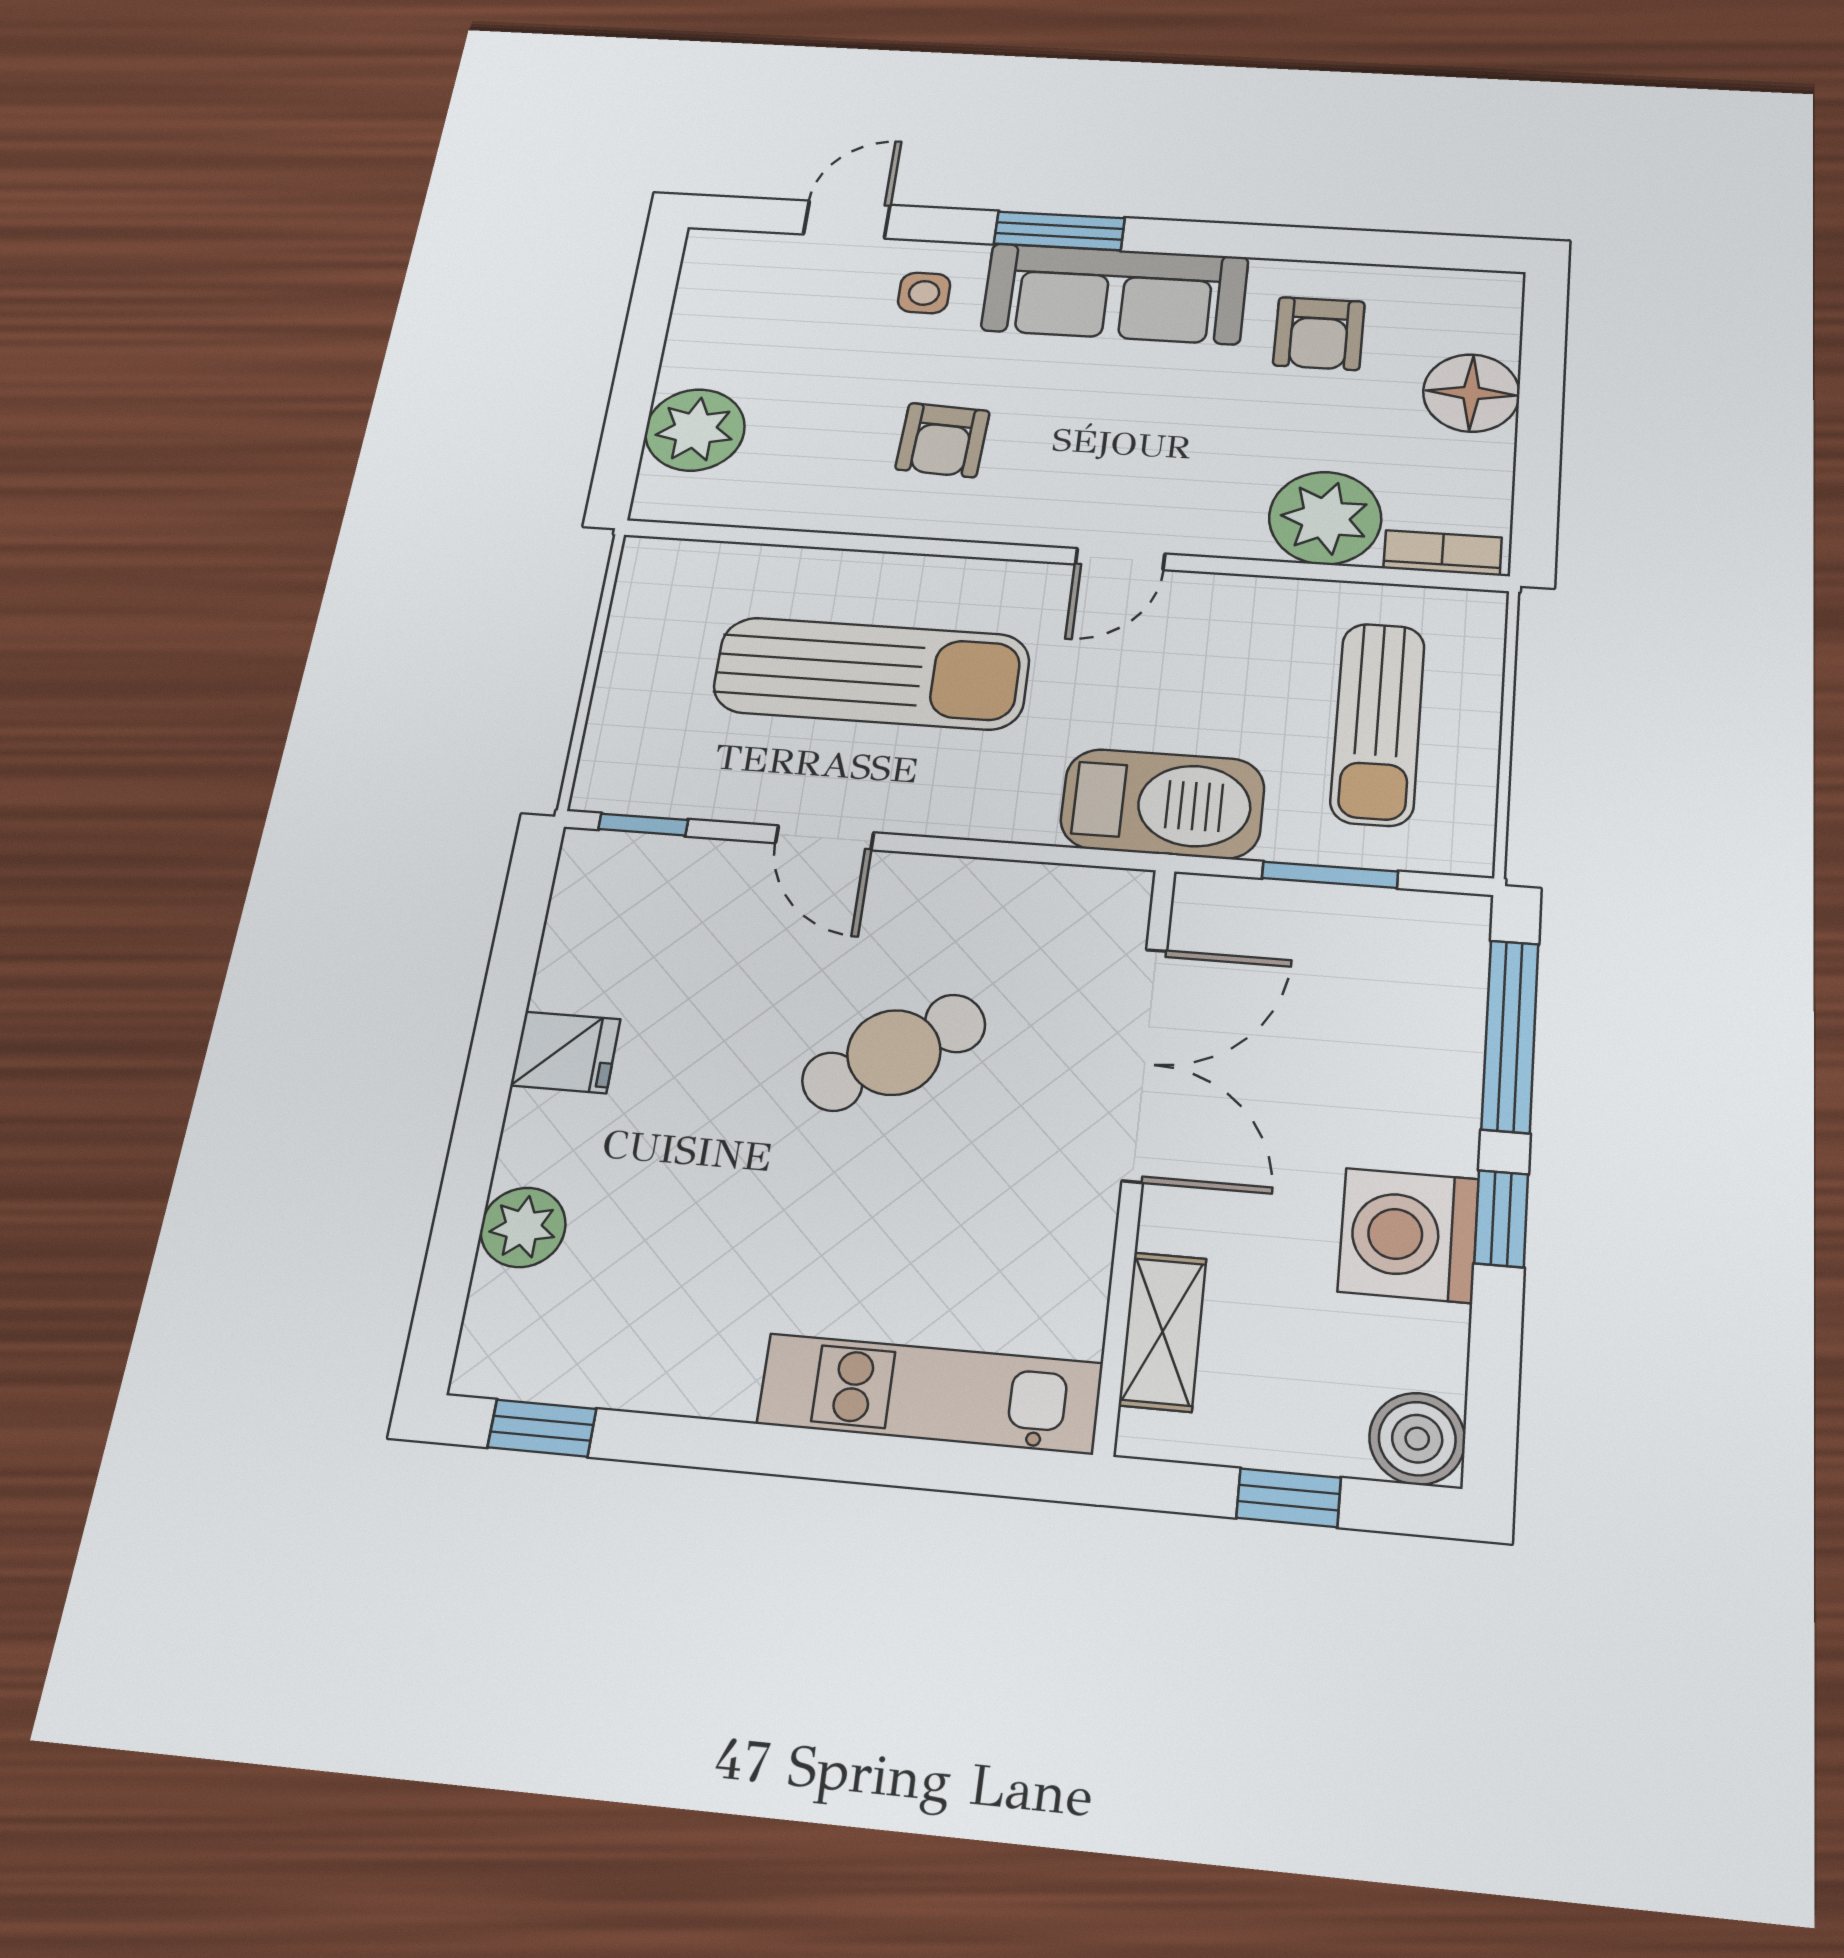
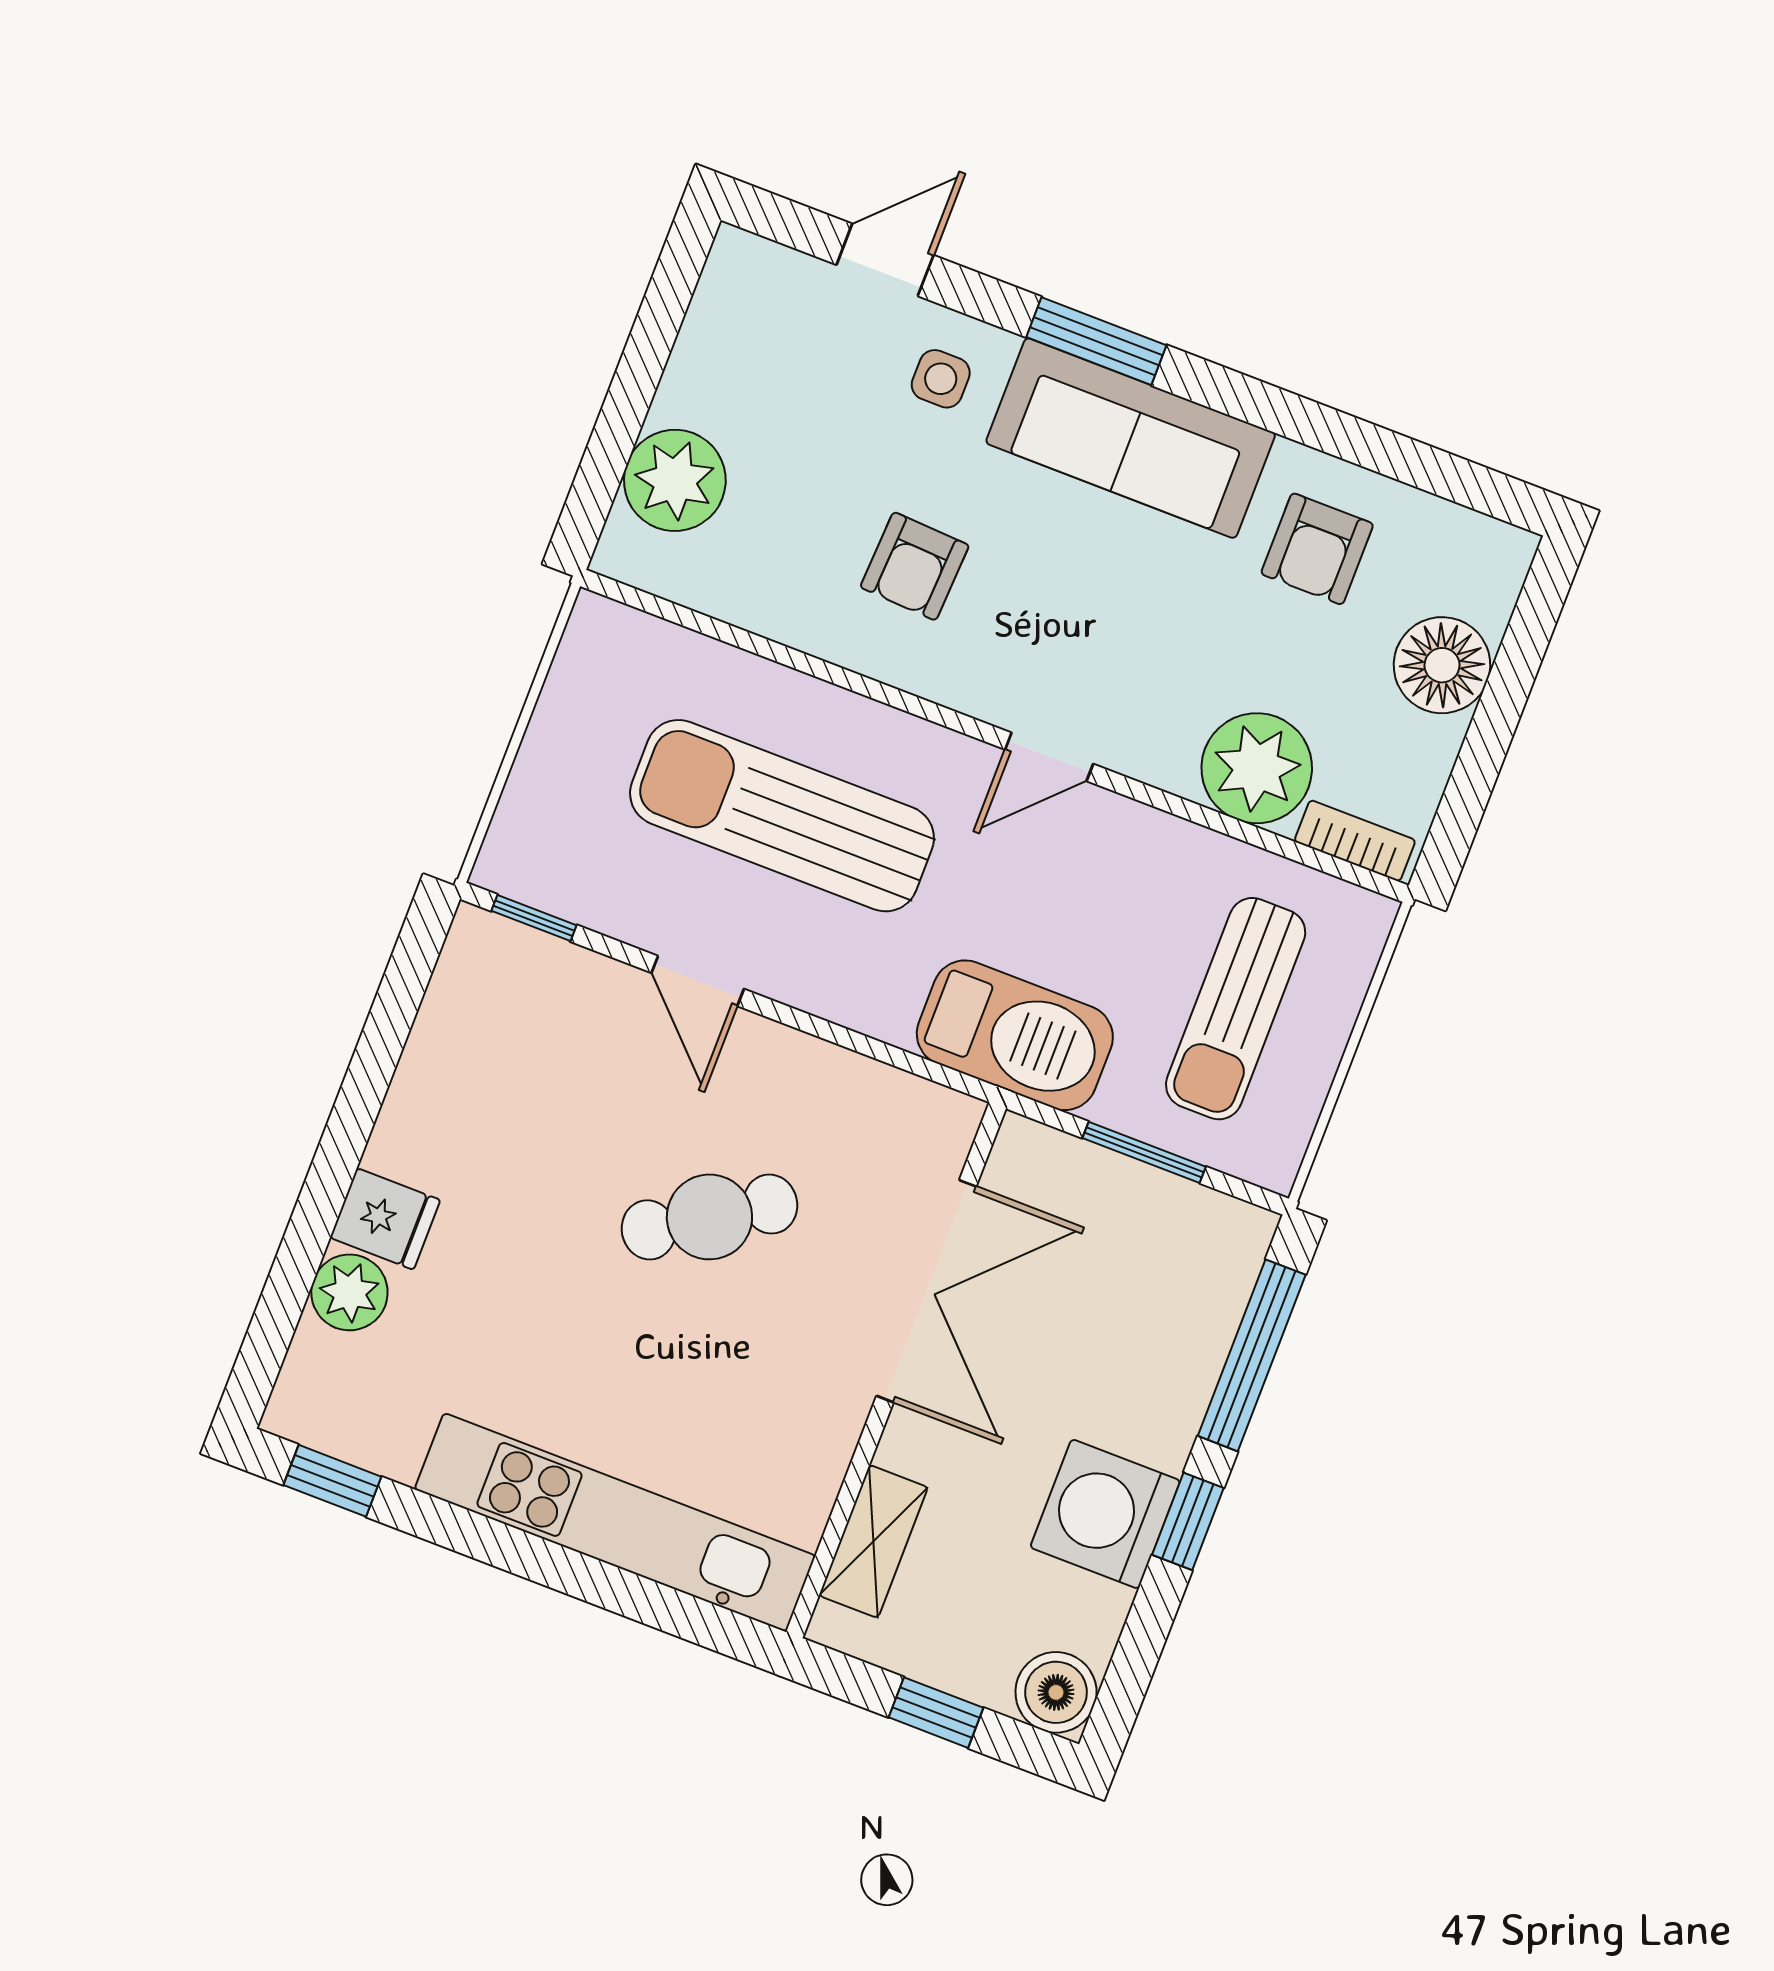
sun lounger: (871, 673) -> (782, 816), turned 180
fridge: (565, 1052) -> (385, 1219), moved
kitchen unit: (930, 1394) -> (615, 1522), width x1.36

